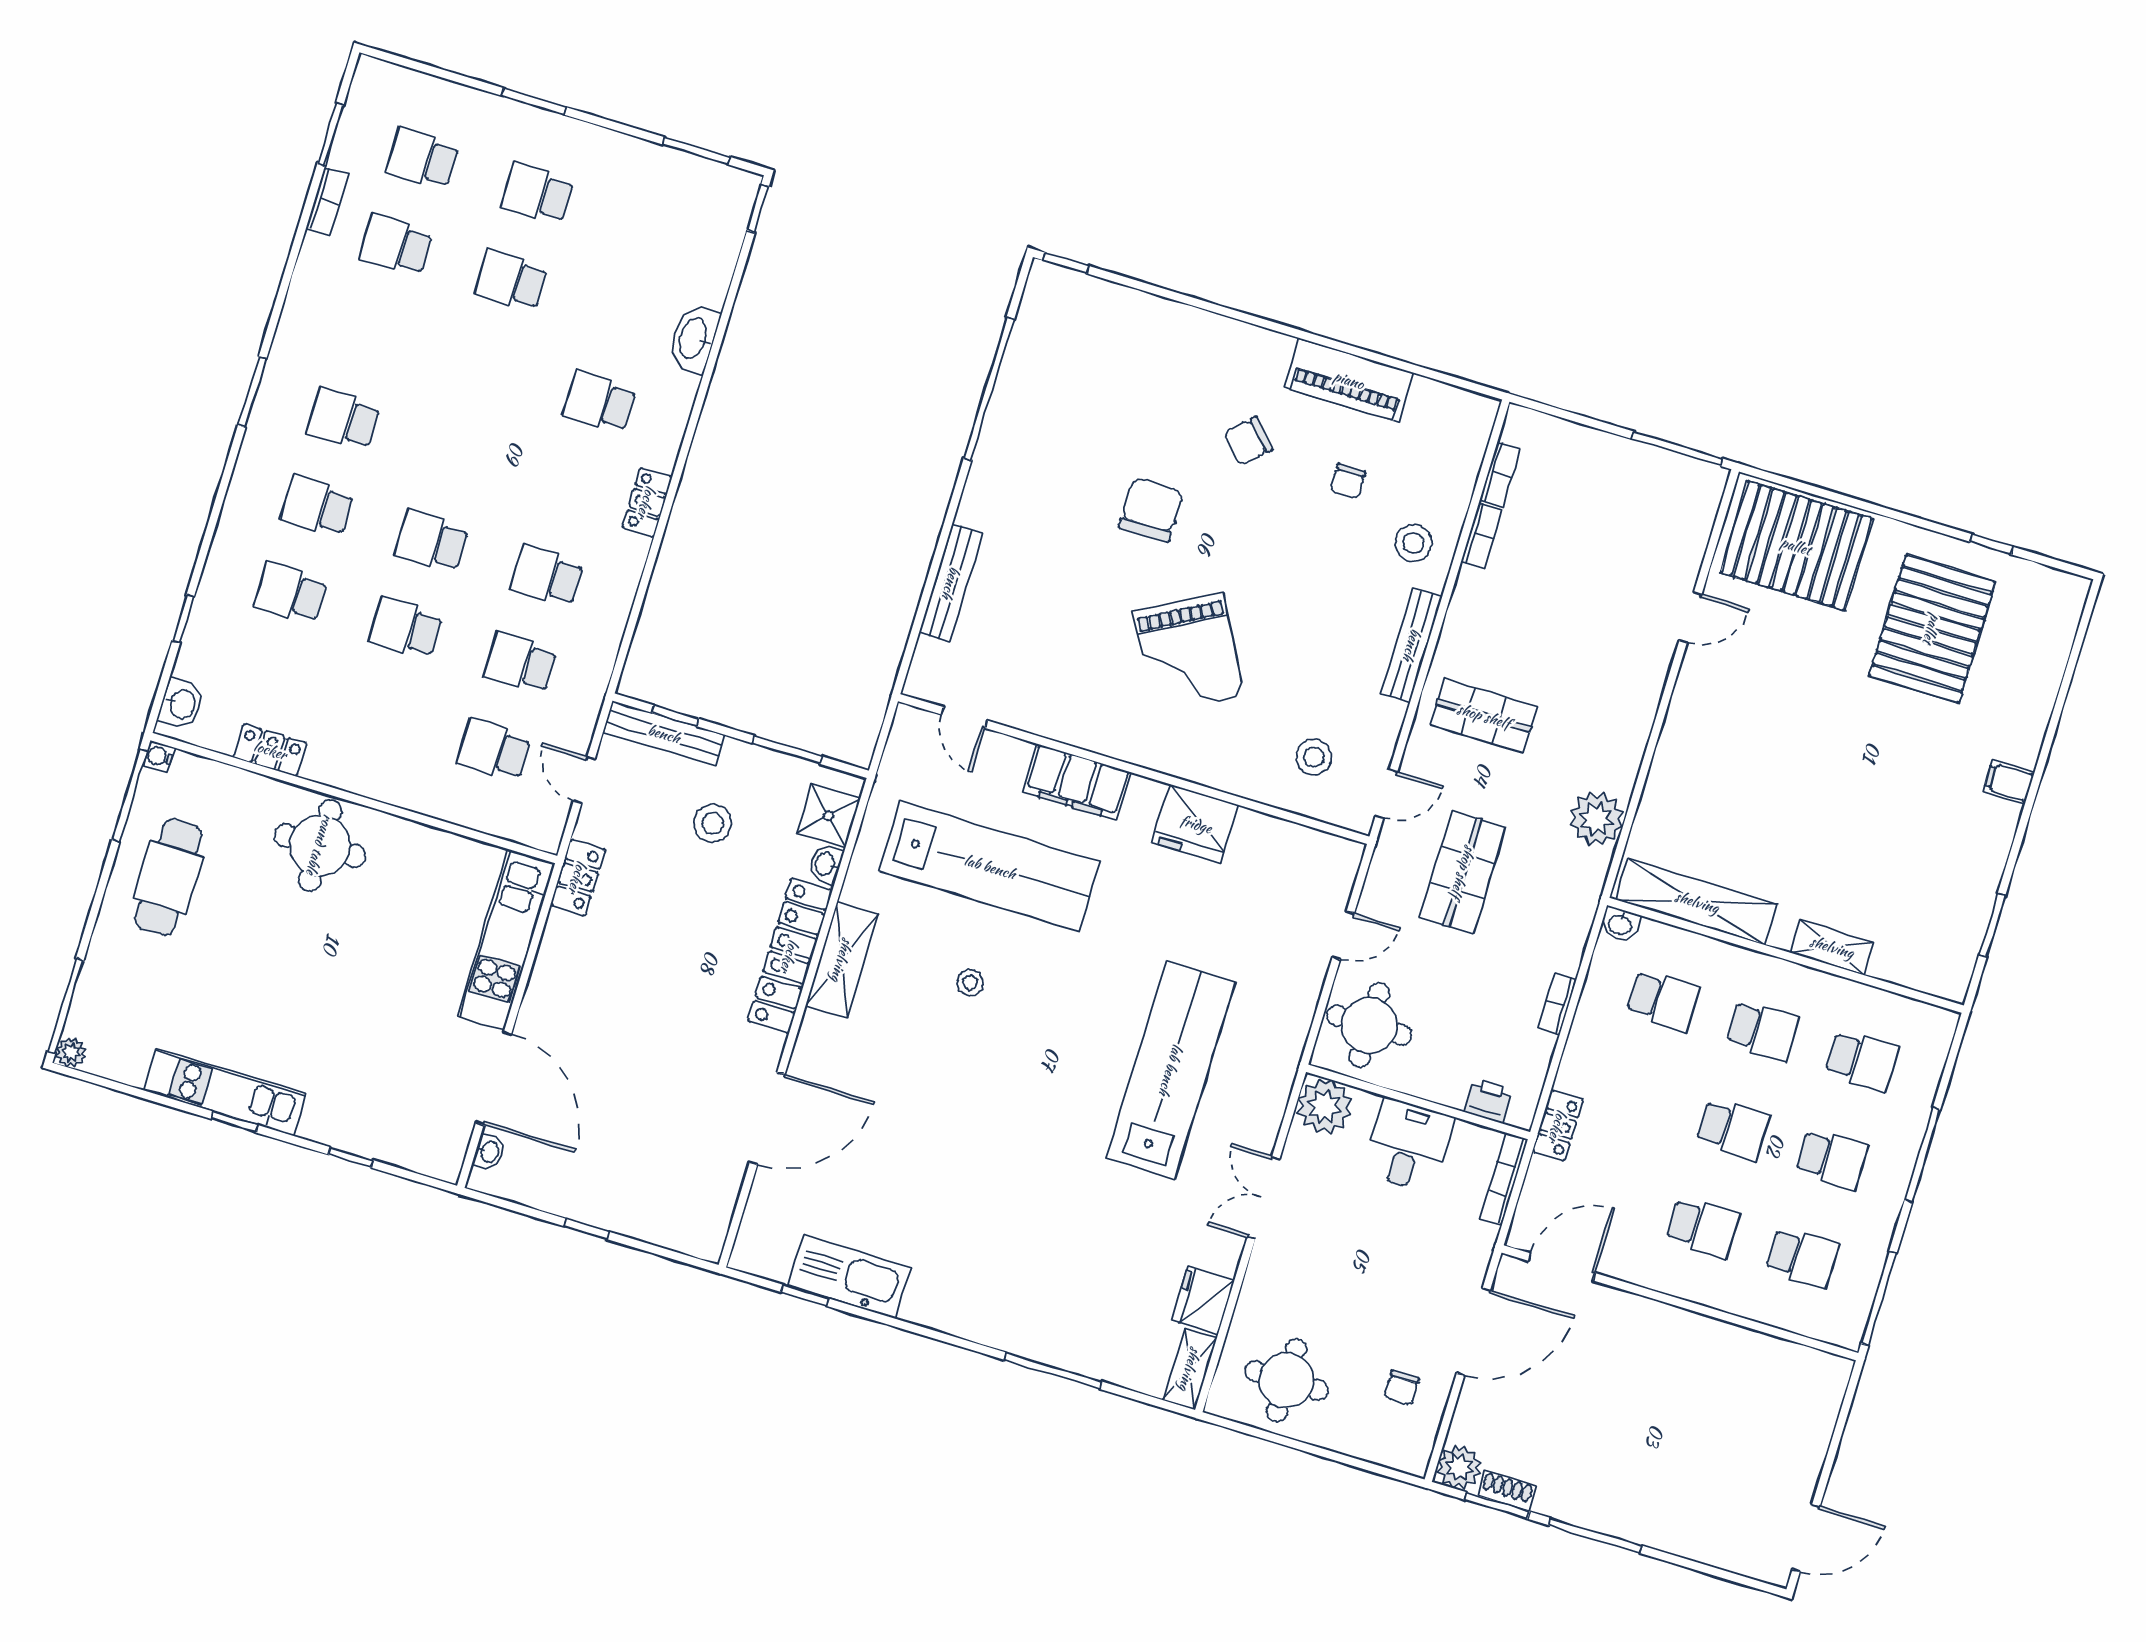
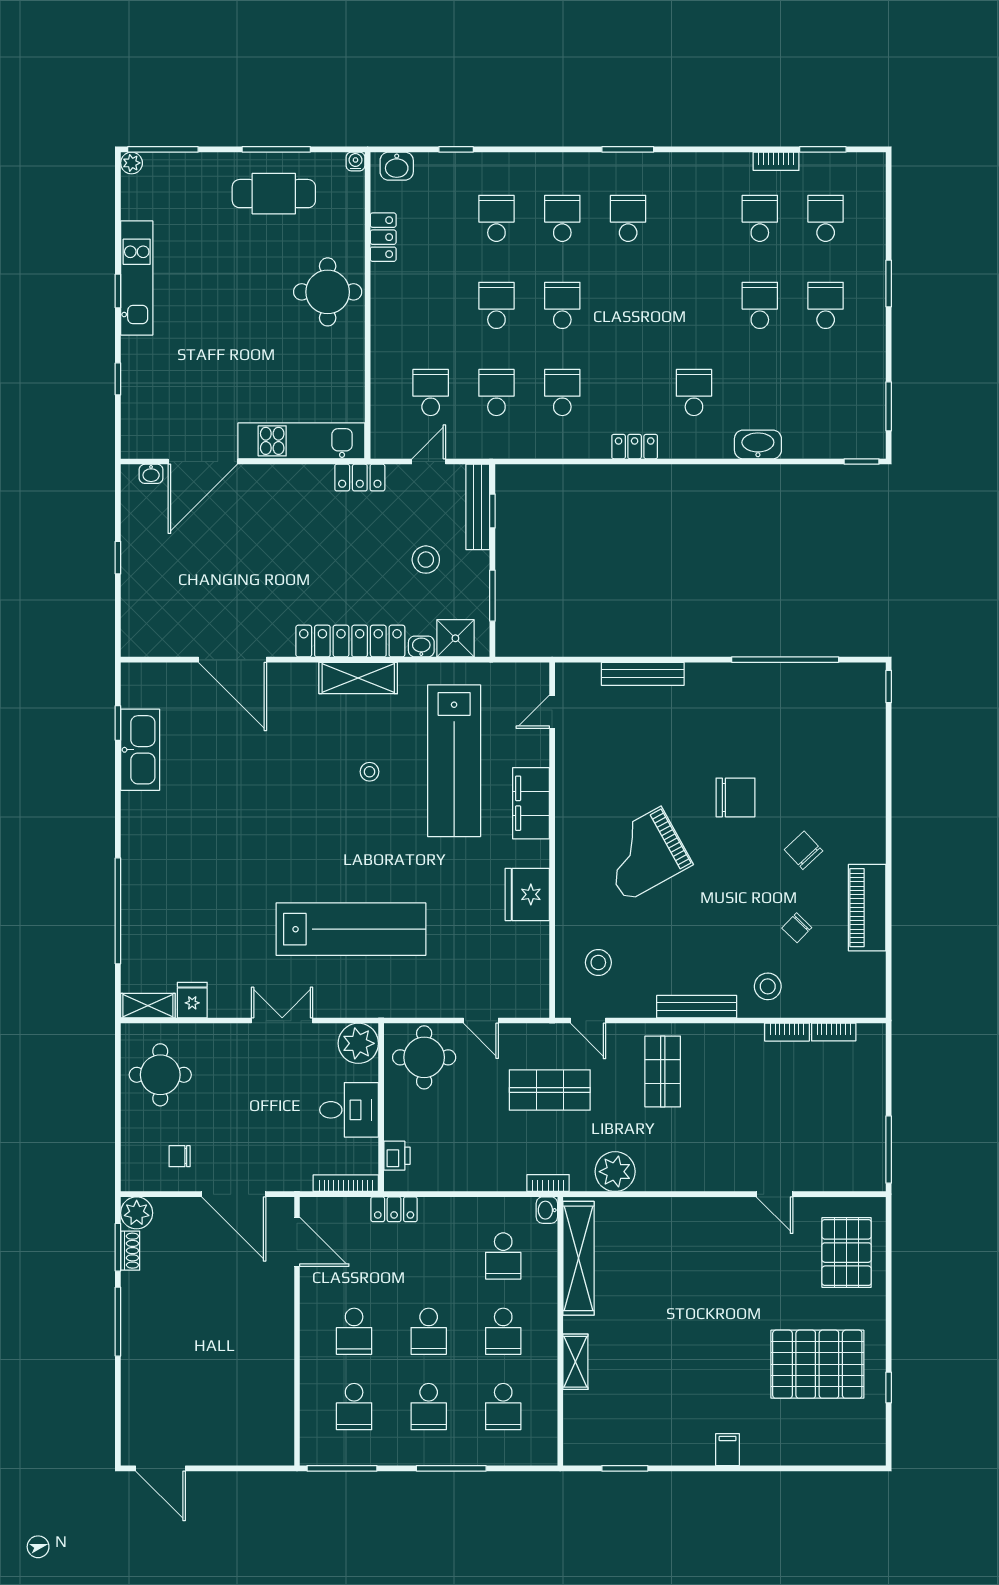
chair: (1348, 481) -> (797, 928), turned -46
pallet: (1796, 546) -> (847, 1253), width x0.73, depth x0.71
window: (130, 795) -> (276, 149), moved
bookcase: (1557, 1004) -> (548, 1183), moved
fridge: (1203, 1301) -> (192, 1000), width x0.72
window: (1053, 1371) -> (118, 911), width x1.46

